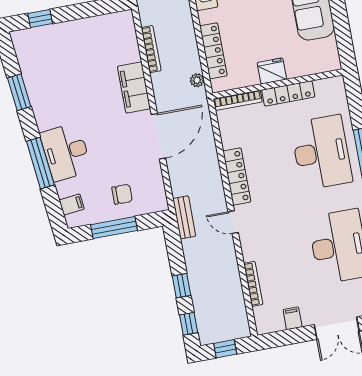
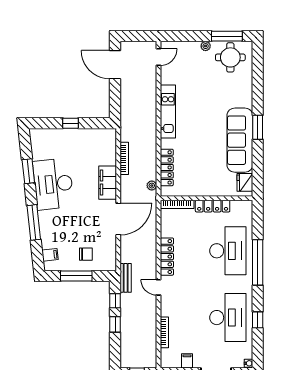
window: (40, 18) -> (70, 123), moved
fridge: (272, 71) -> (245, 182), moved, turned -90
desk: (66, 152) -> (53, 184), moved, width x1.36, depth x1.30
window: (189, 324) -> (115, 301), moved

